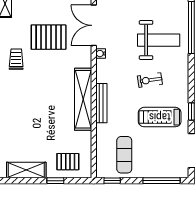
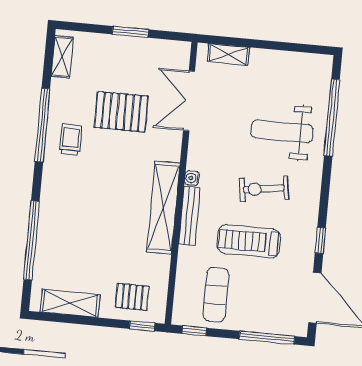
weight bench: (159, 40) -> (282, 131), turned 180
water cooler: (101, 54) -> (192, 178), moved
exercise bike: (150, 80) -> (264, 189), width x1.38, depth x1.39
treadmill: (160, 117) -> (249, 241), moved
window: (55, 181) -> (142, 326), moved

